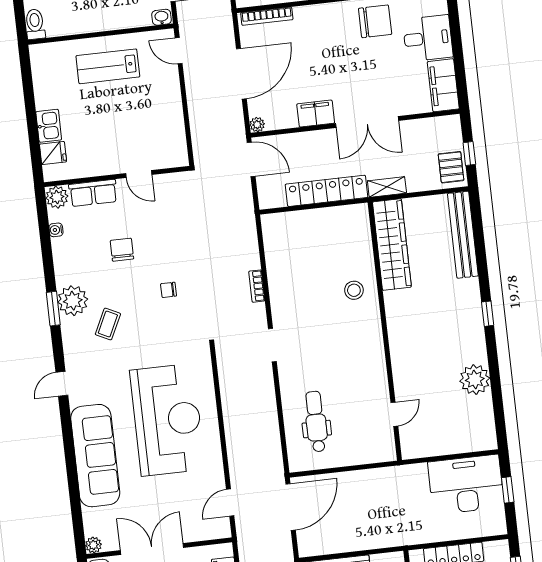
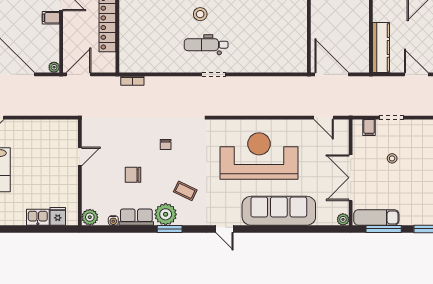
filing cabinet: (316, 114) -> (51, 18), width x0.50
row of seats: (93, 193) -> (136, 217), moved, turned -90
bookcase: (257, 286) -> (132, 81), moved
stool: (354, 290) -> (200, 14), moved
dental chair: (316, 422) -> (206, 45), moved

